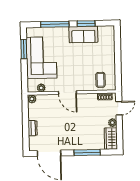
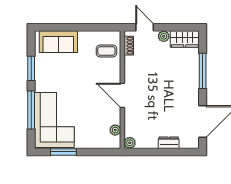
sofa: (83, 34) -> (58, 42), moved, turned 90
corner sofa: (41, 58) -> (54, 120), moved, turned 90
door: (67, 93) -> (122, 95), swing flipped

